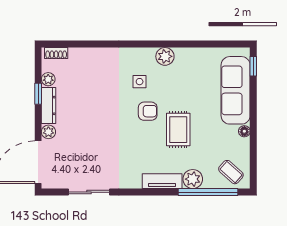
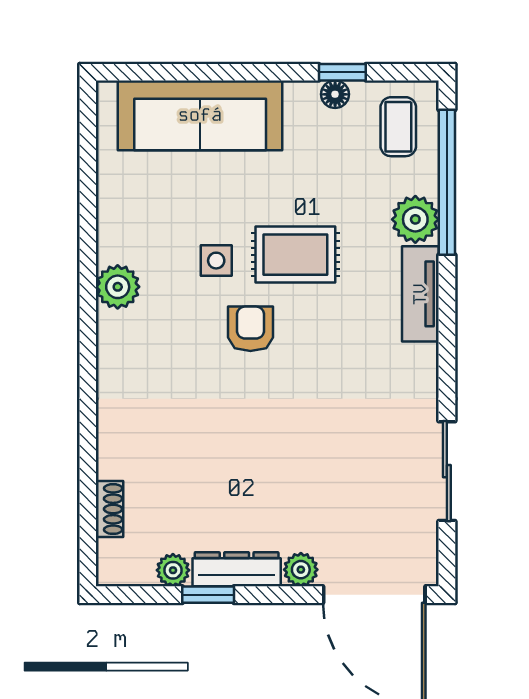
shoe rack: (56, 53) -> (109, 509), moved
window: (253, 66) -> (342, 72), moved
side table: (140, 82) -> (216, 261), moved
floor lamp: (244, 131) -> (335, 94), moved
coffee table: (231, 172) -> (398, 127), turned -42

